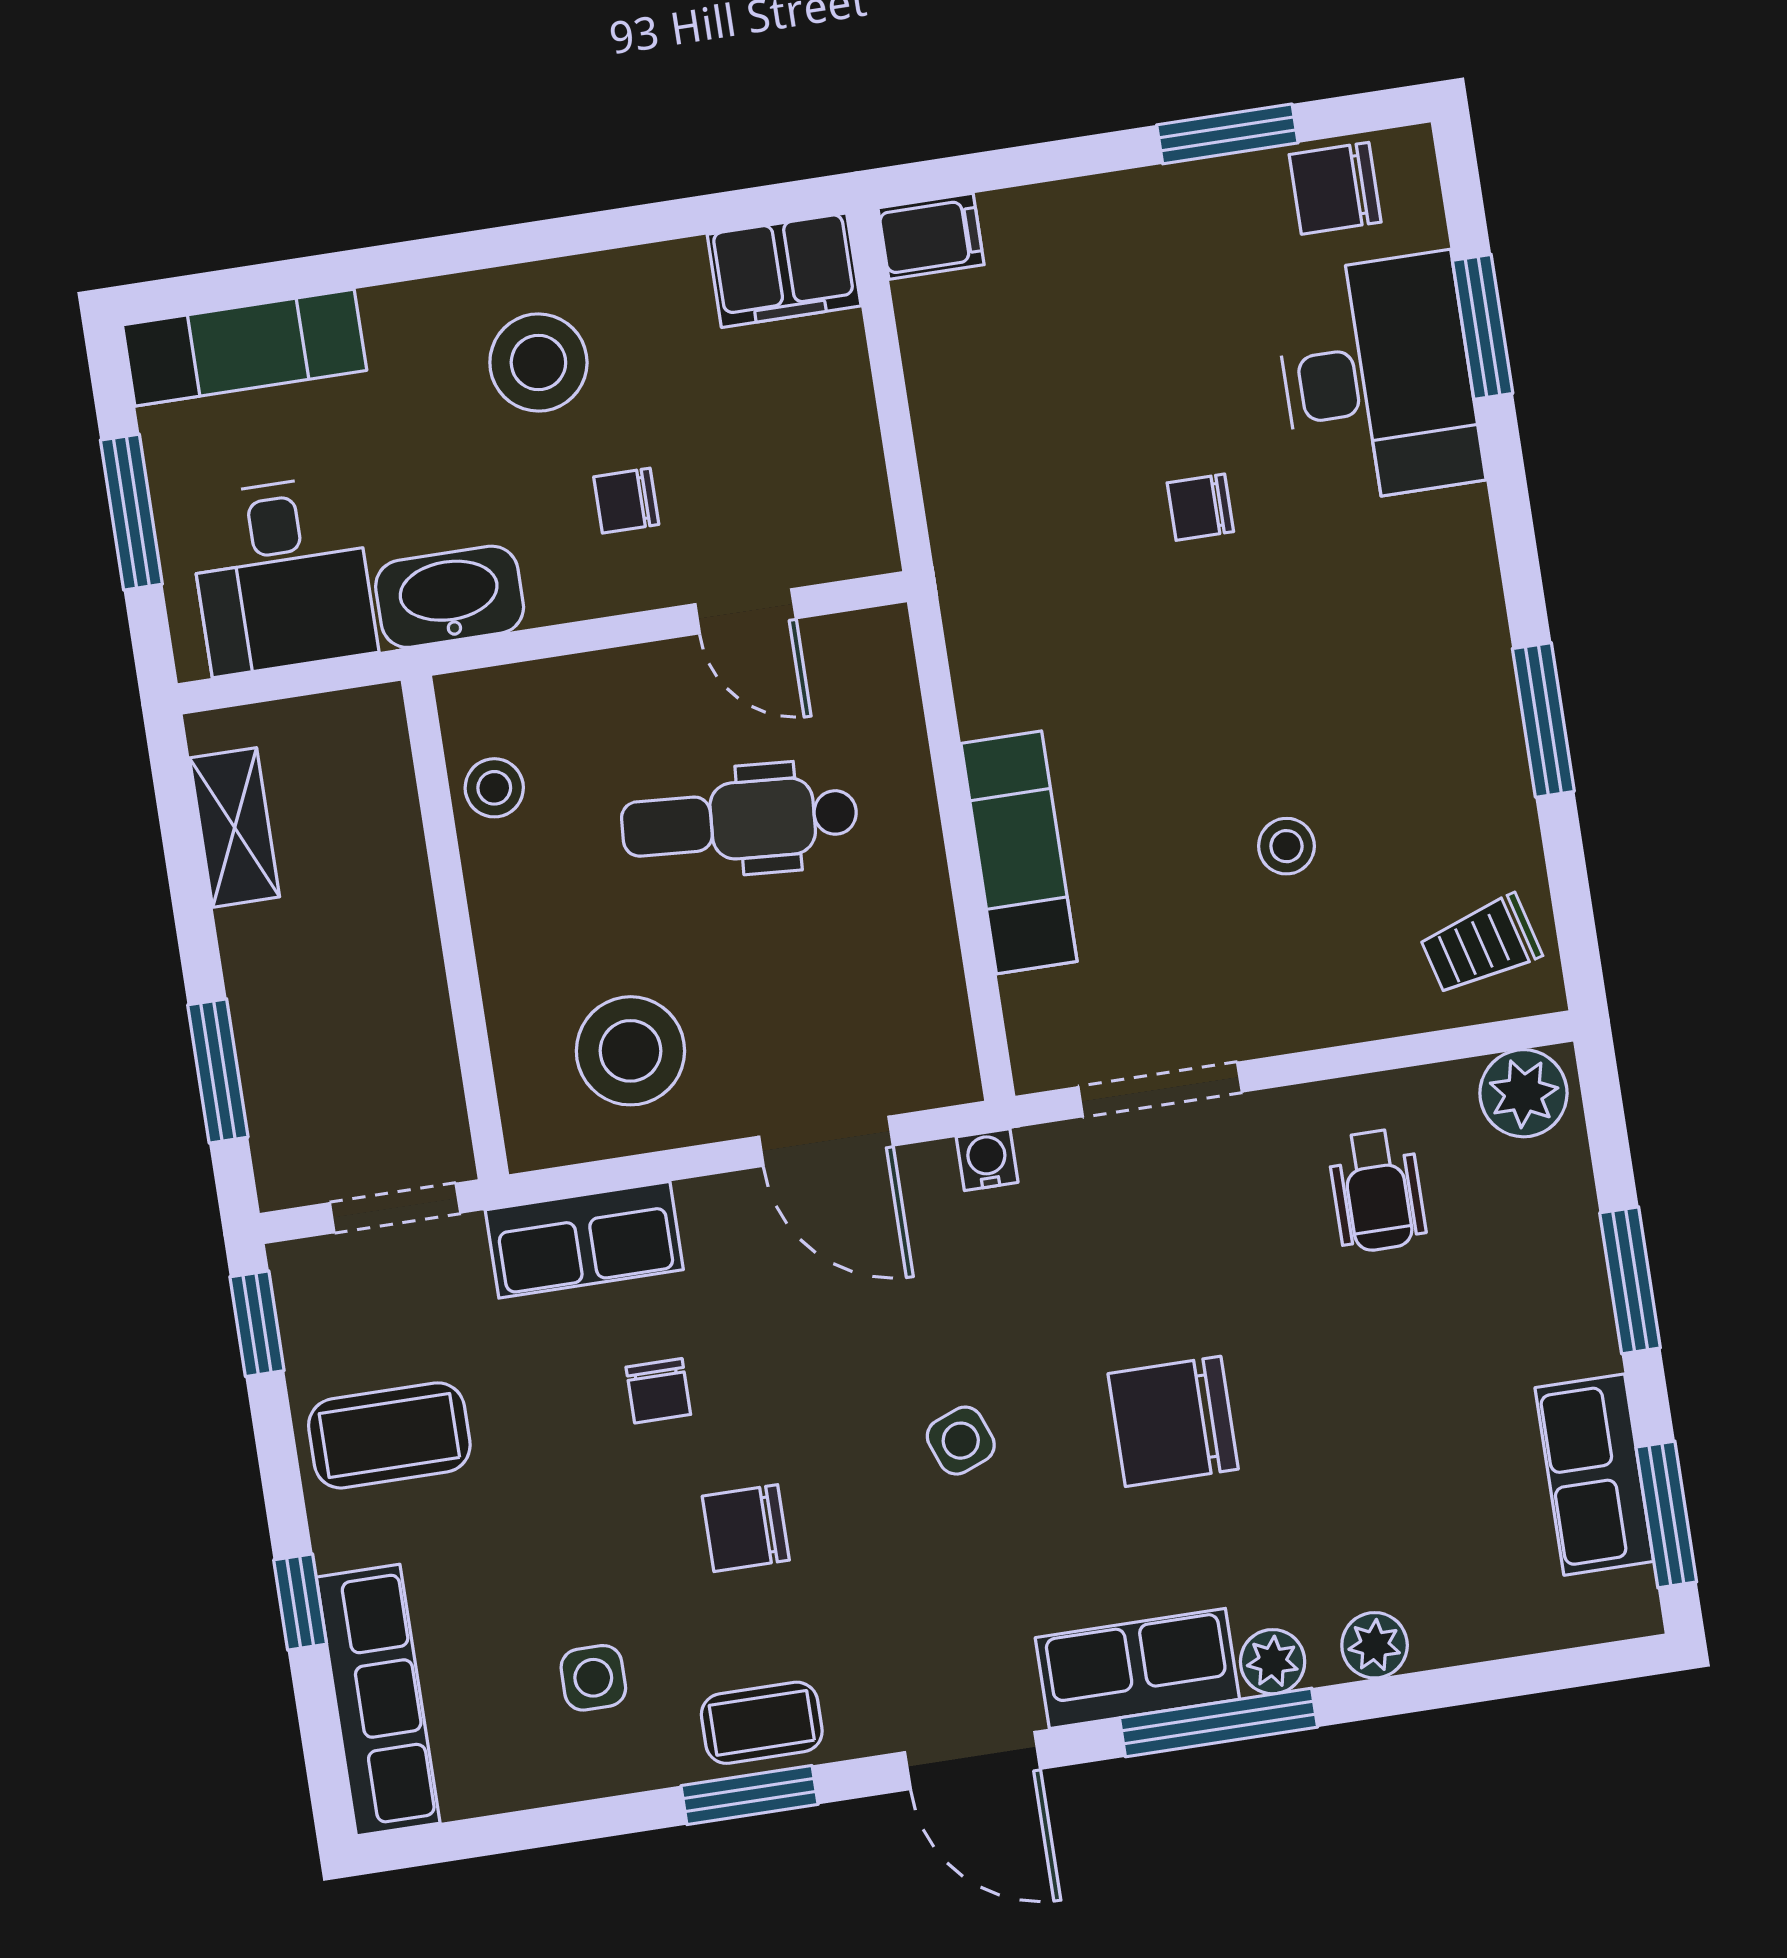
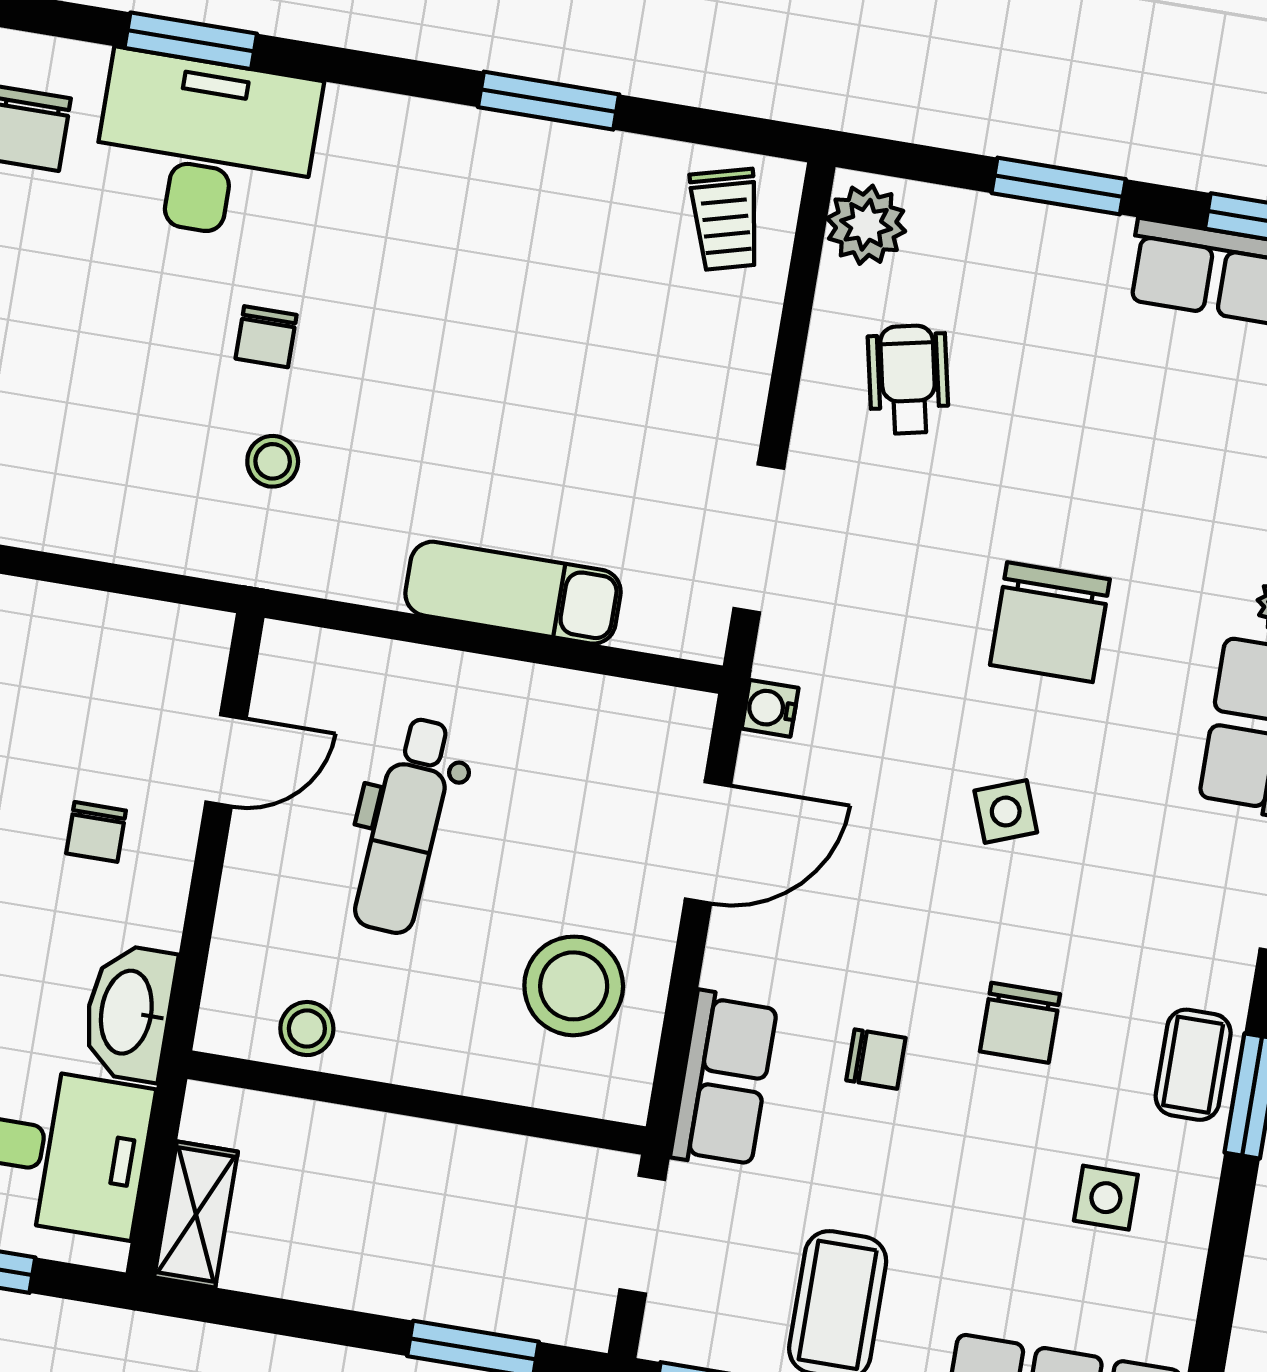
shelving: (235, 827) -> (196, 1214), moved, turned 90
stool: (1286, 846) -> (273, 461), moved
wheelchair: (1377, 1190) -> (908, 380), turned -102

